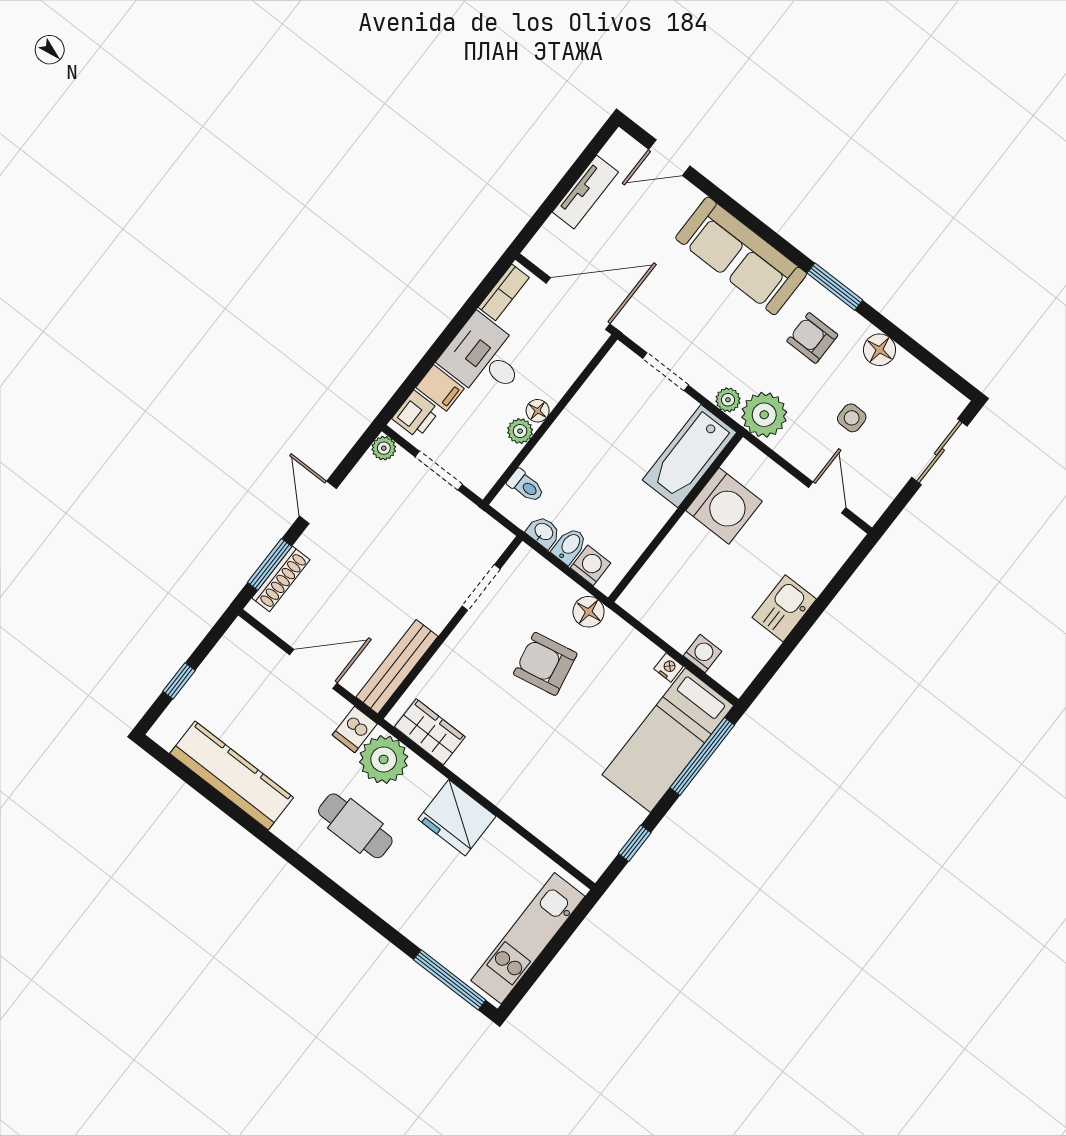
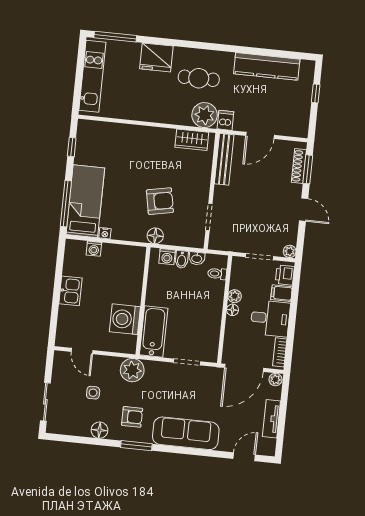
plant: (728, 400) -> (275, 380), moved
fridge: (457, 818) -> (156, 57), moved, turned 180

